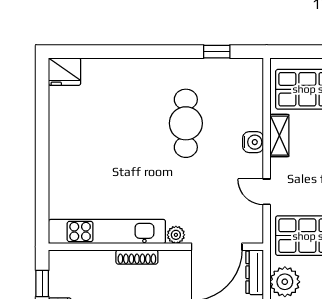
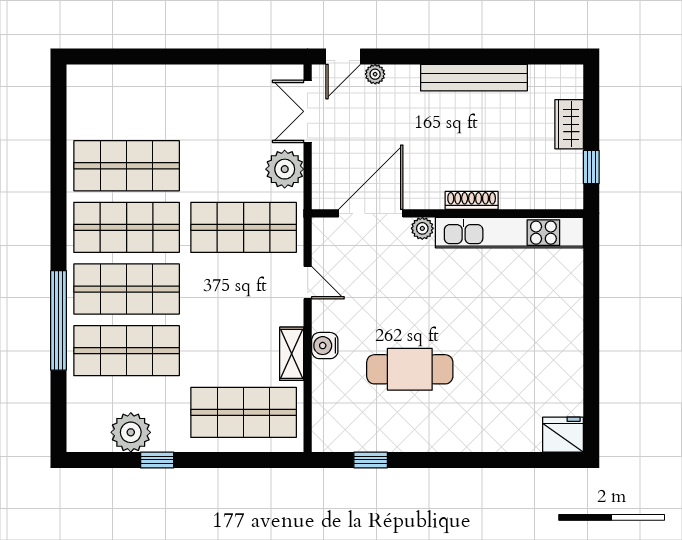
cafe table: (186, 123) -> (410, 369), turned 90
dresser: (255, 272) -> (323, 181), removed

